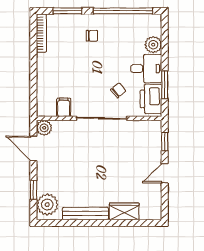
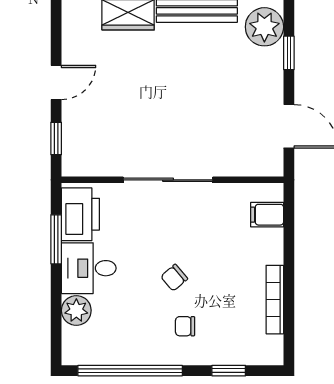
window: (67, 11) -> (229, 371), width x0.67
bookcase: (41, 33) -> (275, 300), moved
chair: (118, 90) -> (174, 278), moved
filing cabinet: (64, 107) -> (267, 215), moved, turned 90
plant: (44, 128) -> (270, 163), removed

